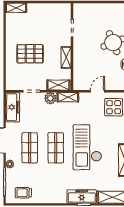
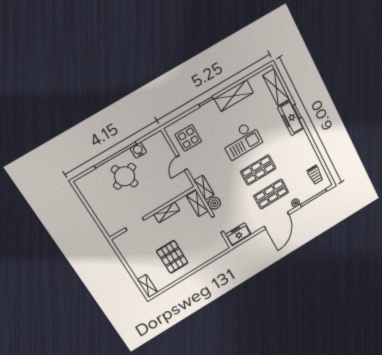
pallet: (30, 54) -> (172, 257), moved
door: (97, 91) -> (182, 163), hinge flipped
freezer: (13, 107) -> (238, 234), width x0.71
checkout: (87, 147) -> (241, 140), width x0.73, depth x0.83

